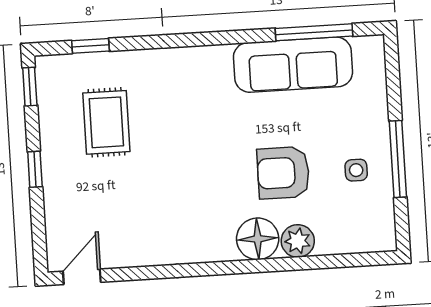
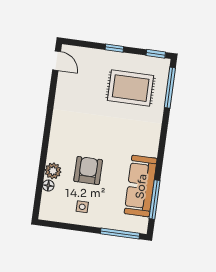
window: (90, 46) -> (170, 88), width x2.17
rug: (106, 122) -> (131, 88), width x1.36, depth x1.43
window: (398, 159) -> (120, 234), moved
floor lamp: (258, 239) -> (48, 186), moved, width x0.53, depth x0.53

